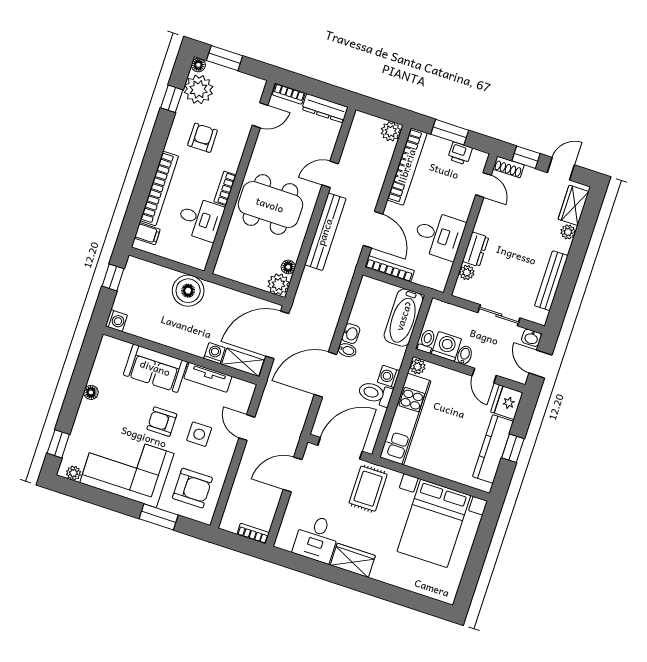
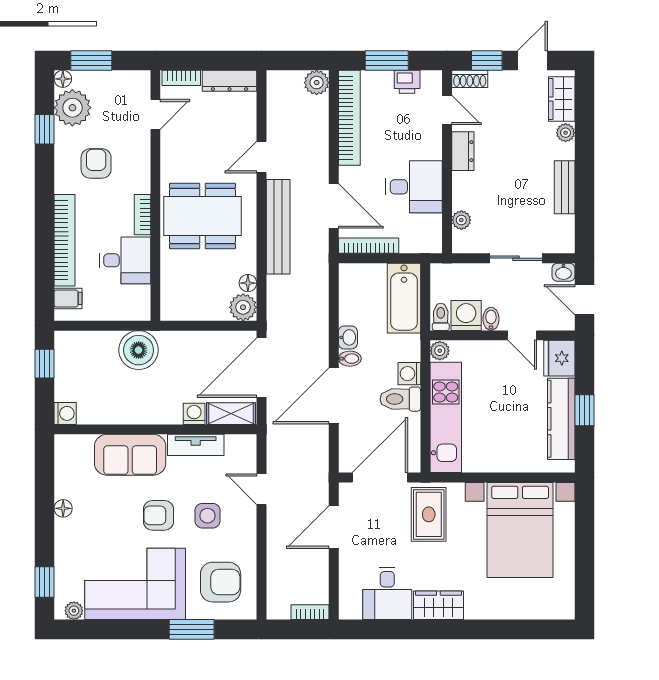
dresser: (476, 249) -> (463, 151), moved
bench: (551, 281) -> (565, 187), width x0.73

